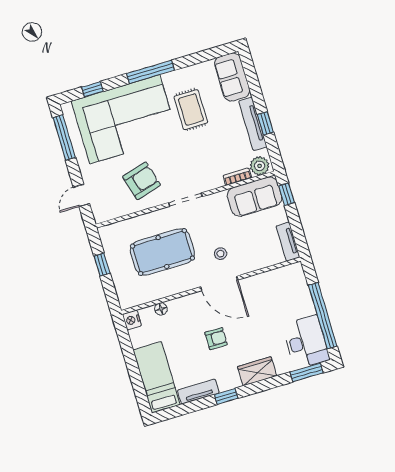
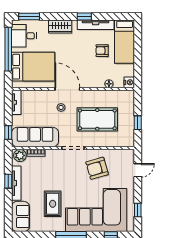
window: (64, 137) -> (138, 210), width x0.46
sofa: (255, 197) -> (35, 137), width x1.36
bed: (279, 301) -> (33, 67), added
armchair: (216, 339) -> (102, 51), moved
desk: (306, 342) -> (24, 36), width x0.73
tv unit: (198, 392) -> (96, 25), width x1.41

